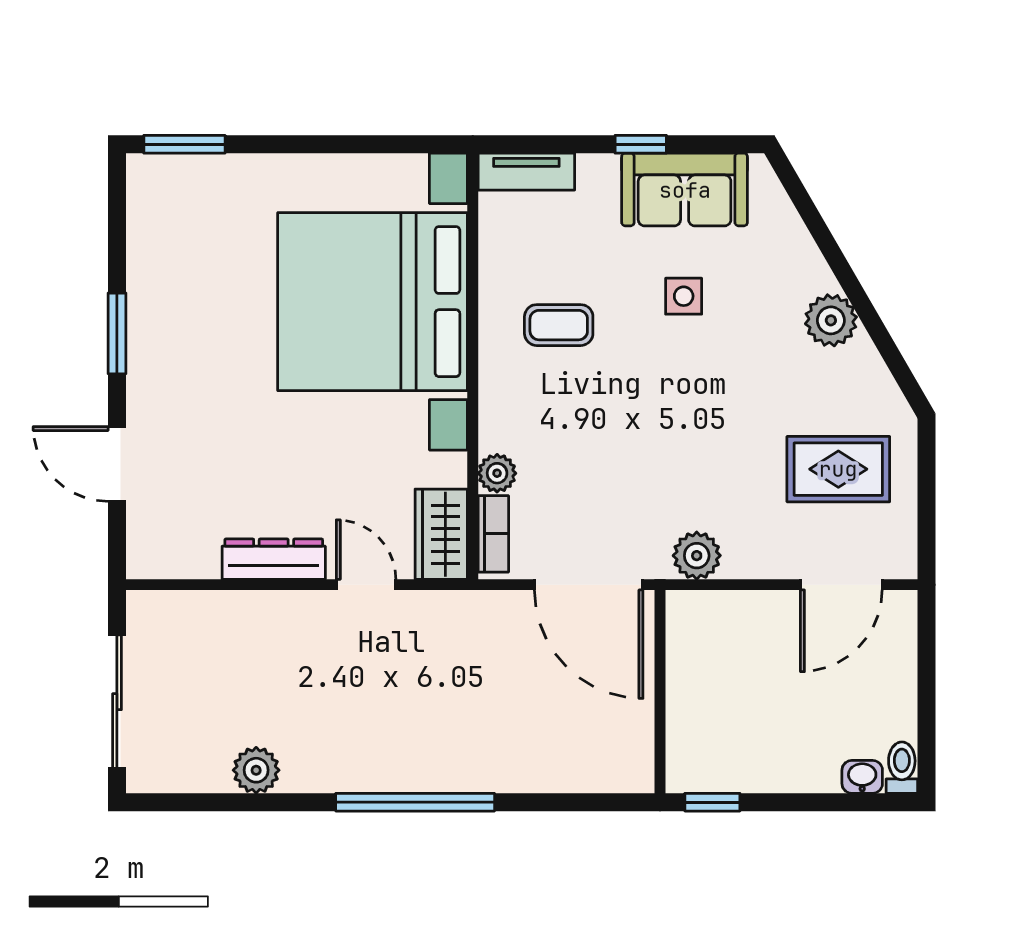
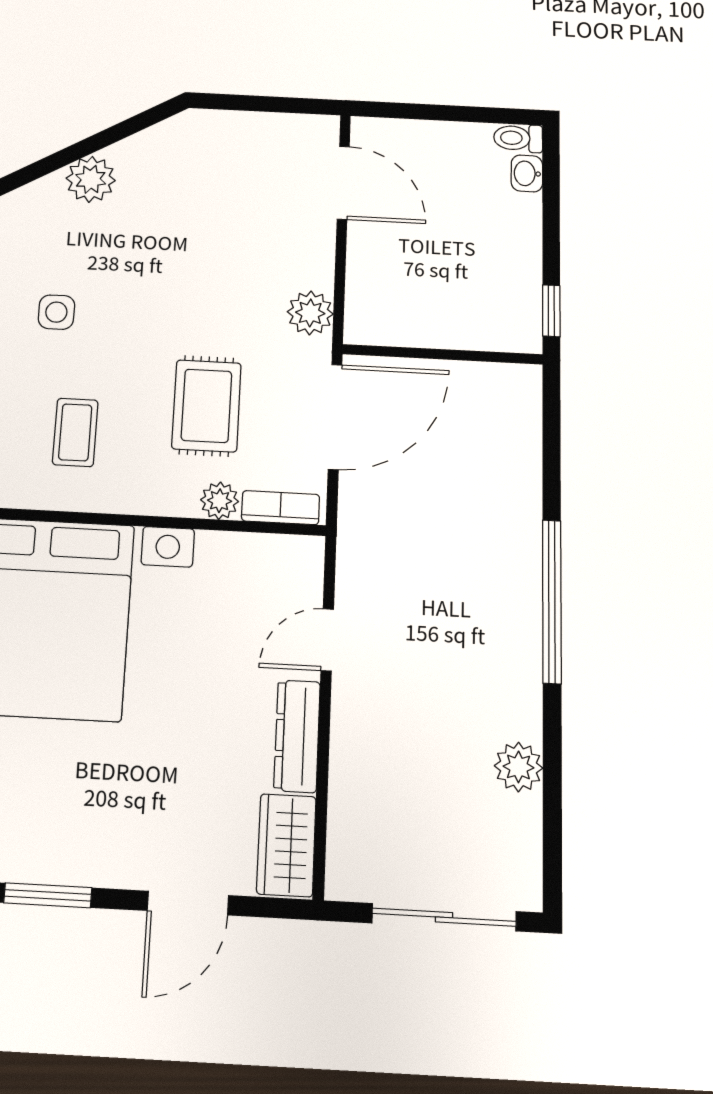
rug: (838, 469) -> (207, 406), moved
wardrobe: (441, 534) -> (286, 845), moved, turned 90

